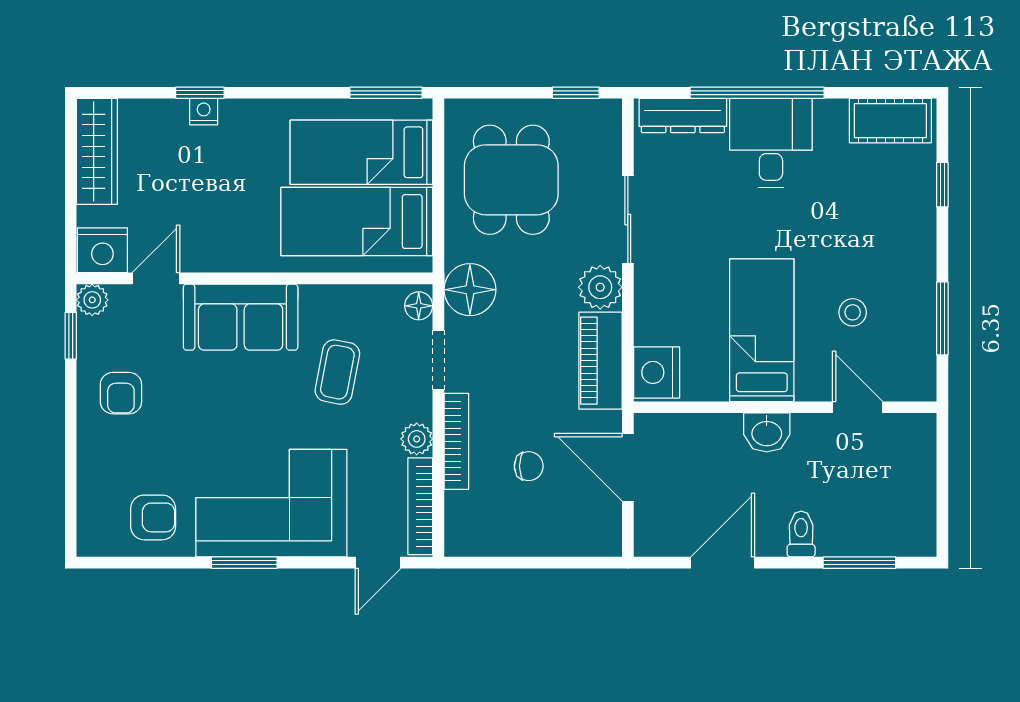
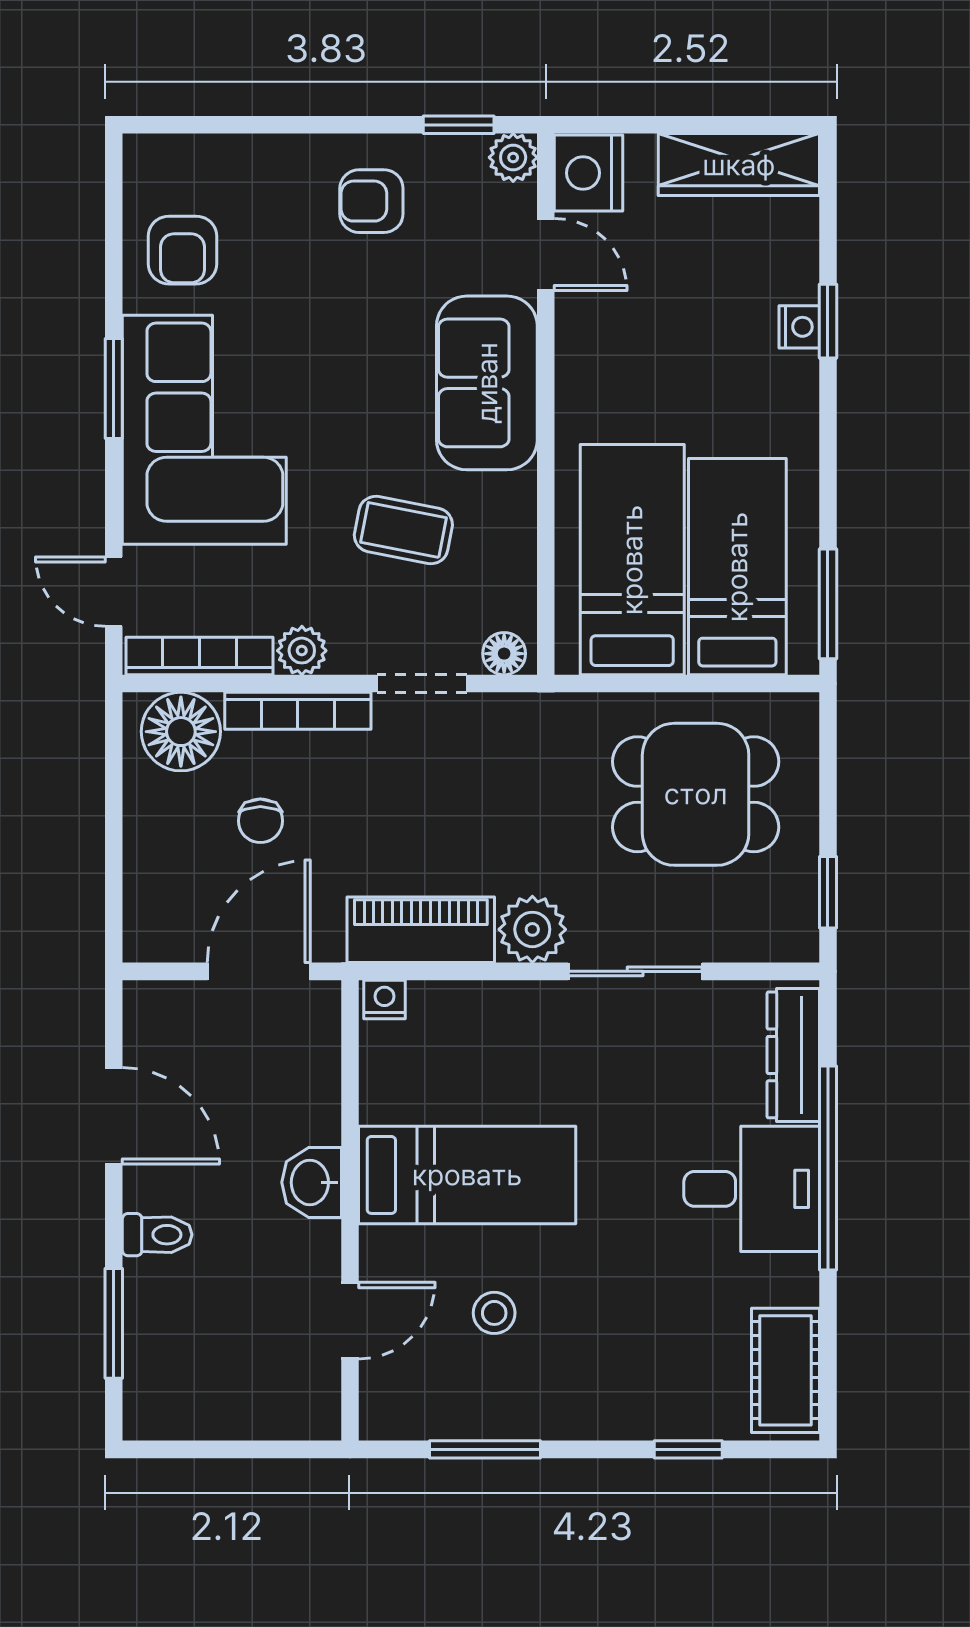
floor lamp: (470, 290) -> (181, 732), moved
nightstand: (657, 372) -> (384, 1000), width x0.53, depth x0.56

